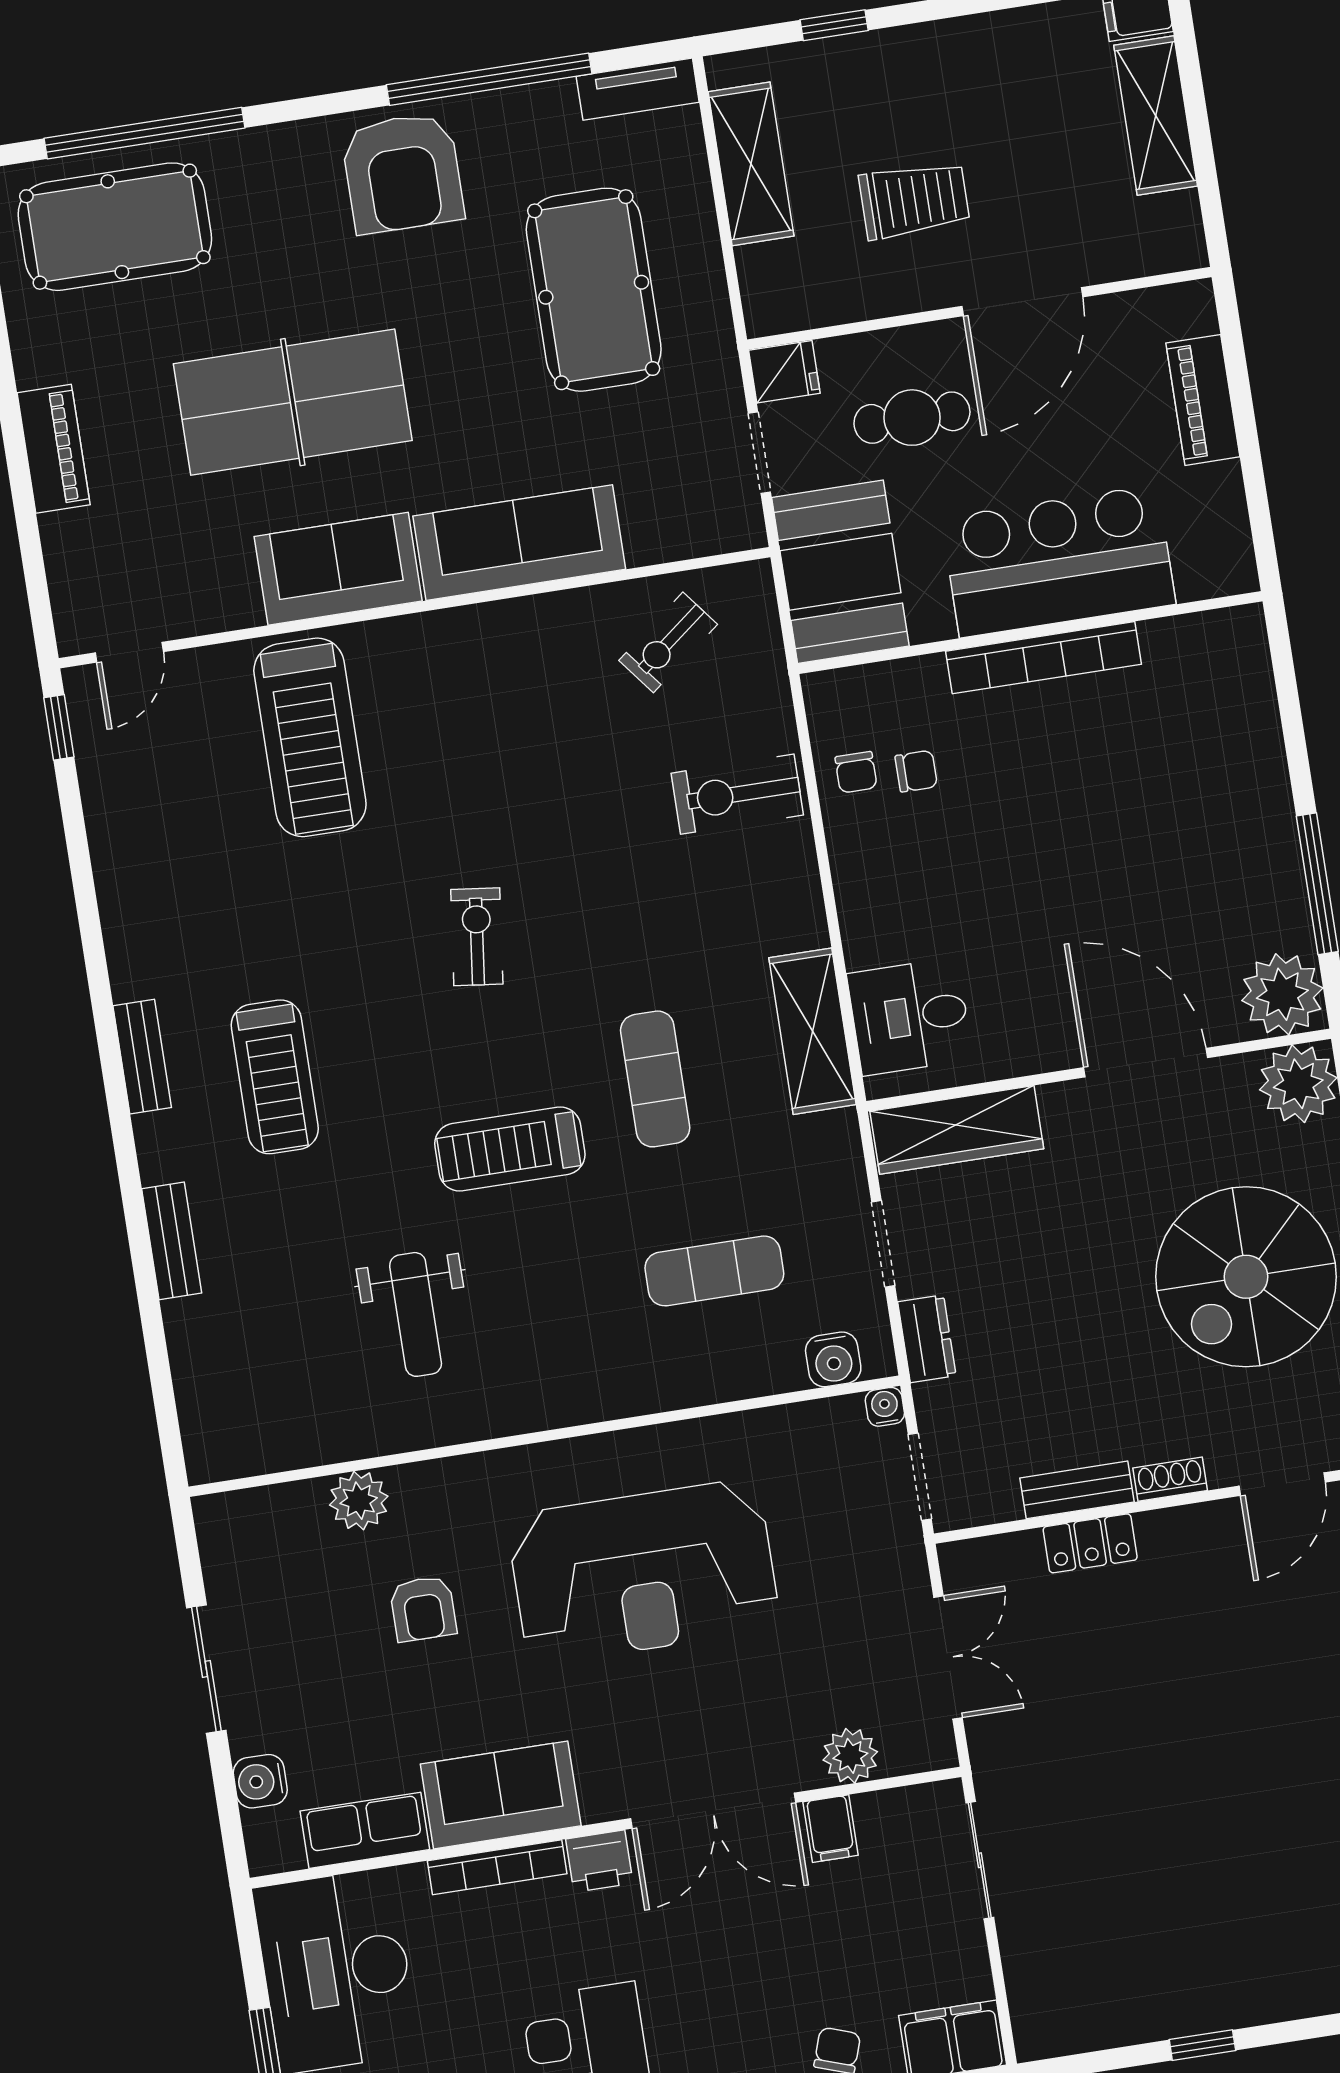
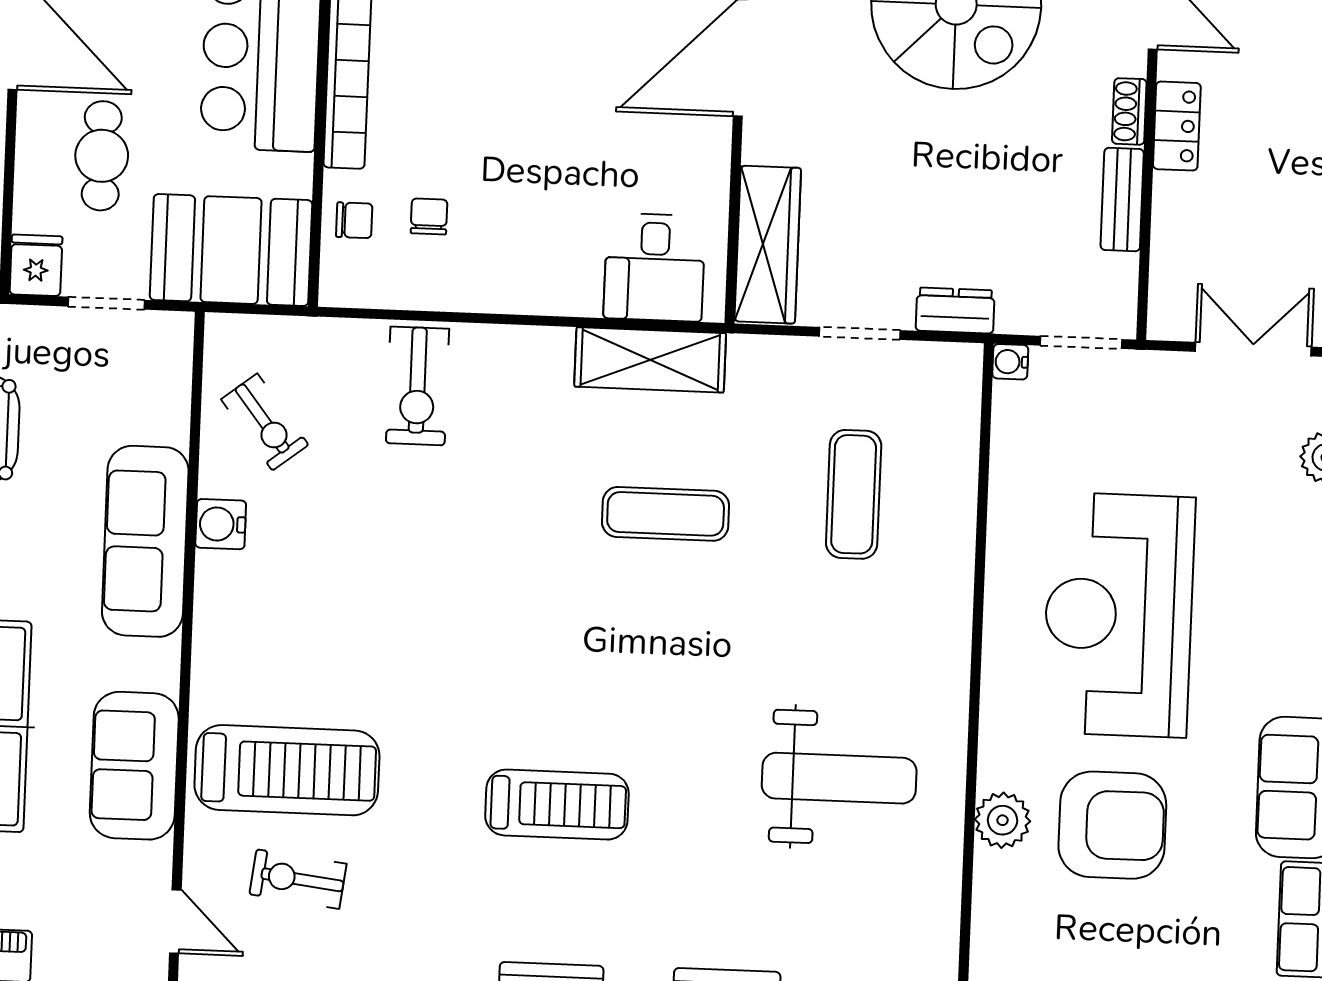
sofa: (338, 569) -> (134, 766), moved
chair: (856, 772) -> (354, 220), moved
exercise bike: (477, 937) -> (298, 879), moved
treadmill: (275, 1077) -> (557, 805), moved
treadmill: (510, 1149) -> (704, 661), removed
weight bench: (416, 1314) -> (839, 778), width x1.36, depth x1.33
water cooler: (833, 1359) -> (221, 524), moved, turned 180
plant: (359, 1501) -> (1003, 820), moved
locker: (1090, 1543) -> (1177, 126), moved
reception desk: (643, 1572) -> (1119, 615), turned 180
armchair: (423, 1609) -> (1112, 825), width x1.88, depth x1.88

